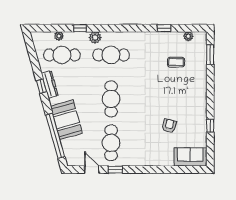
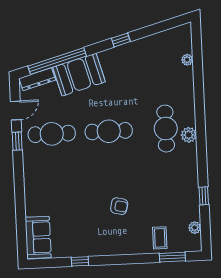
window: (80, 28) -> (199, 86), removed
plant: (95, 37) -> (189, 135), moved
cafe table: (62, 55) -> (163, 65), removed
coffee table: (176, 62) -> (160, 238), moved
dresser: (50, 84) -> (37, 79), moved
armchair: (169, 126) -> (119, 206), moved

